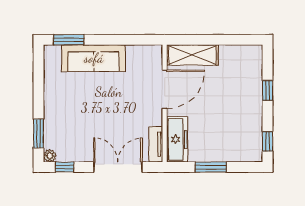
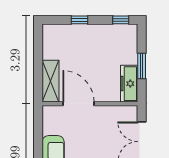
freezer: (177, 139) -> (129, 84), moved, turned -90
tv unit: (156, 144) -> (123, 111), removed

